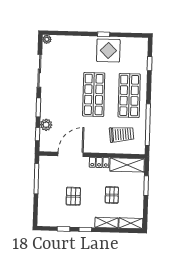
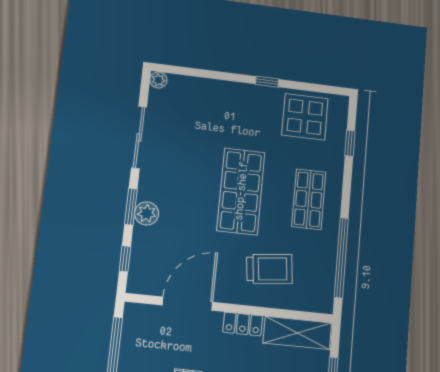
display table: (108, 50) -> (305, 117), moved
shop shelf: (129, 95) -> (309, 199), width x0.70, depth x0.74
plant: (46, 125) -> (147, 213), moved
trolley: (122, 134) -> (269, 269), moved

